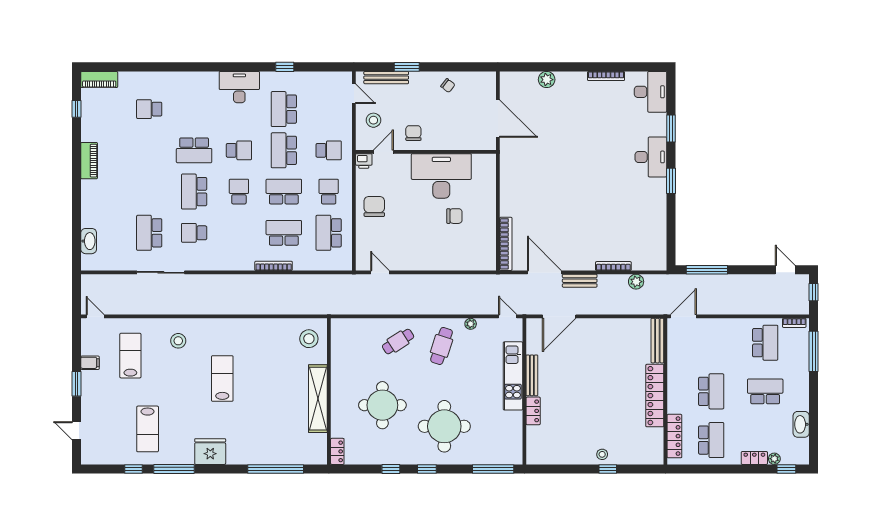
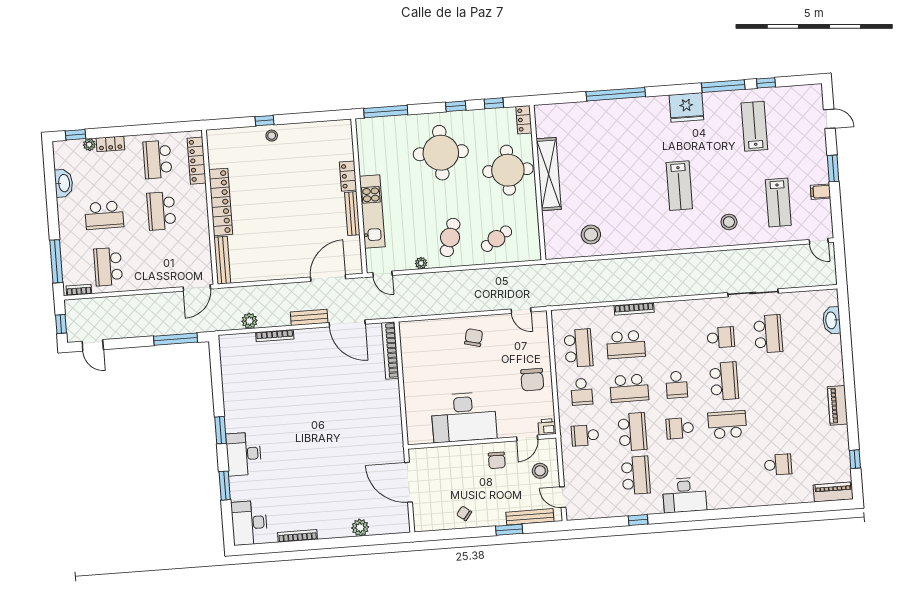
chair: (454, 216) -> (474, 338), moved, turned 104
wall: (329, 391) -> (538, 183), moved
shelving: (318, 399) -> (549, 174), moved
locker: (337, 451) -> (524, 120), moved

